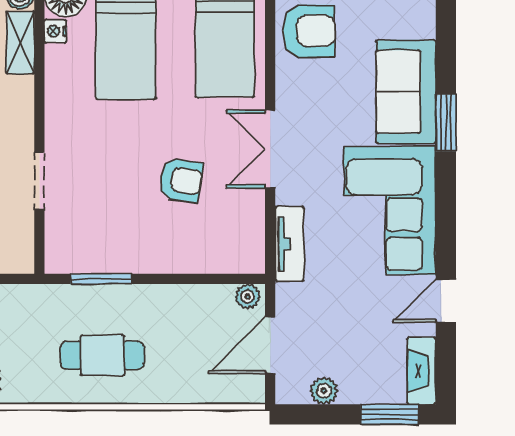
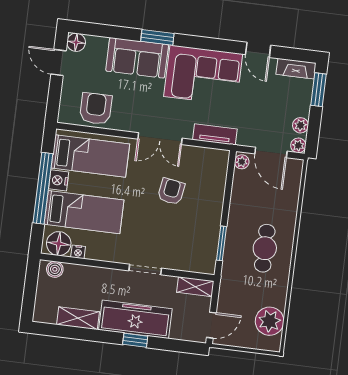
shelving: (20, 43) -> (195, 287), moved
doorway: (39, 181) -> (145, 269), moved
plant: (288, 391) -> (298, 145), added

